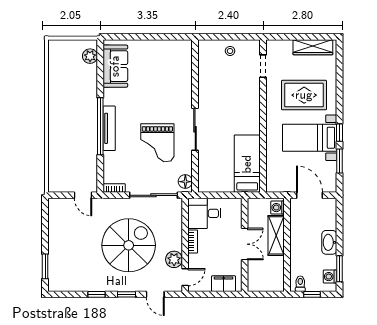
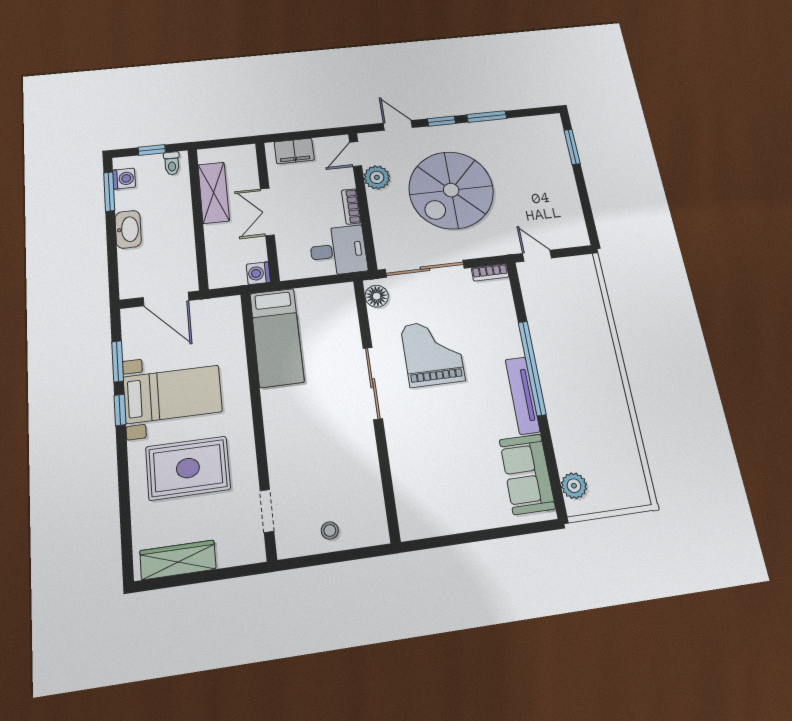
tv unit: (109, 128) -> (522, 395), moved
washing machine: (278, 208) -> (258, 273), moved, turned 180
shelving: (276, 235) -> (214, 193), moved
window: (97, 294) -> (487, 117), width x1.50

